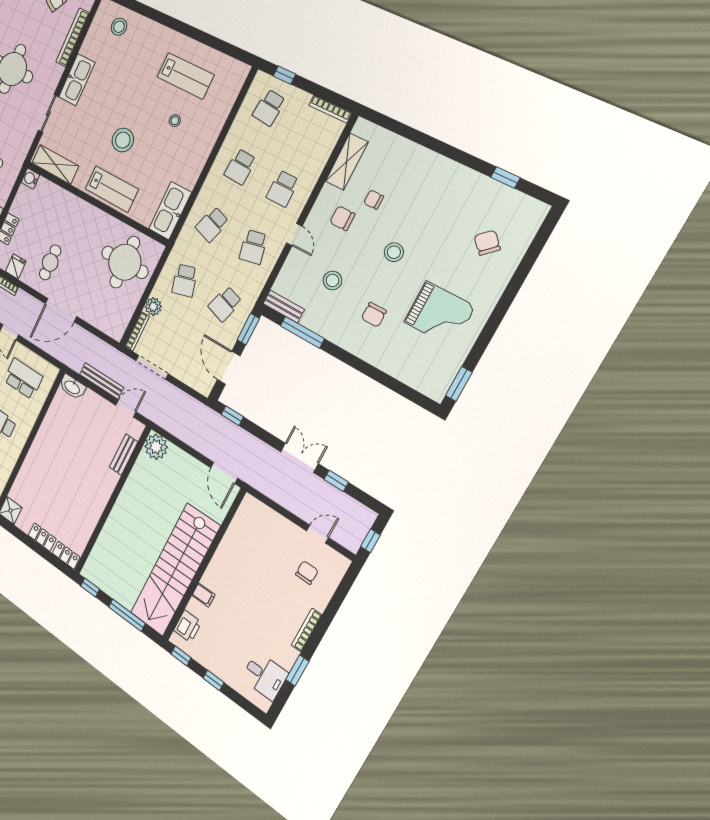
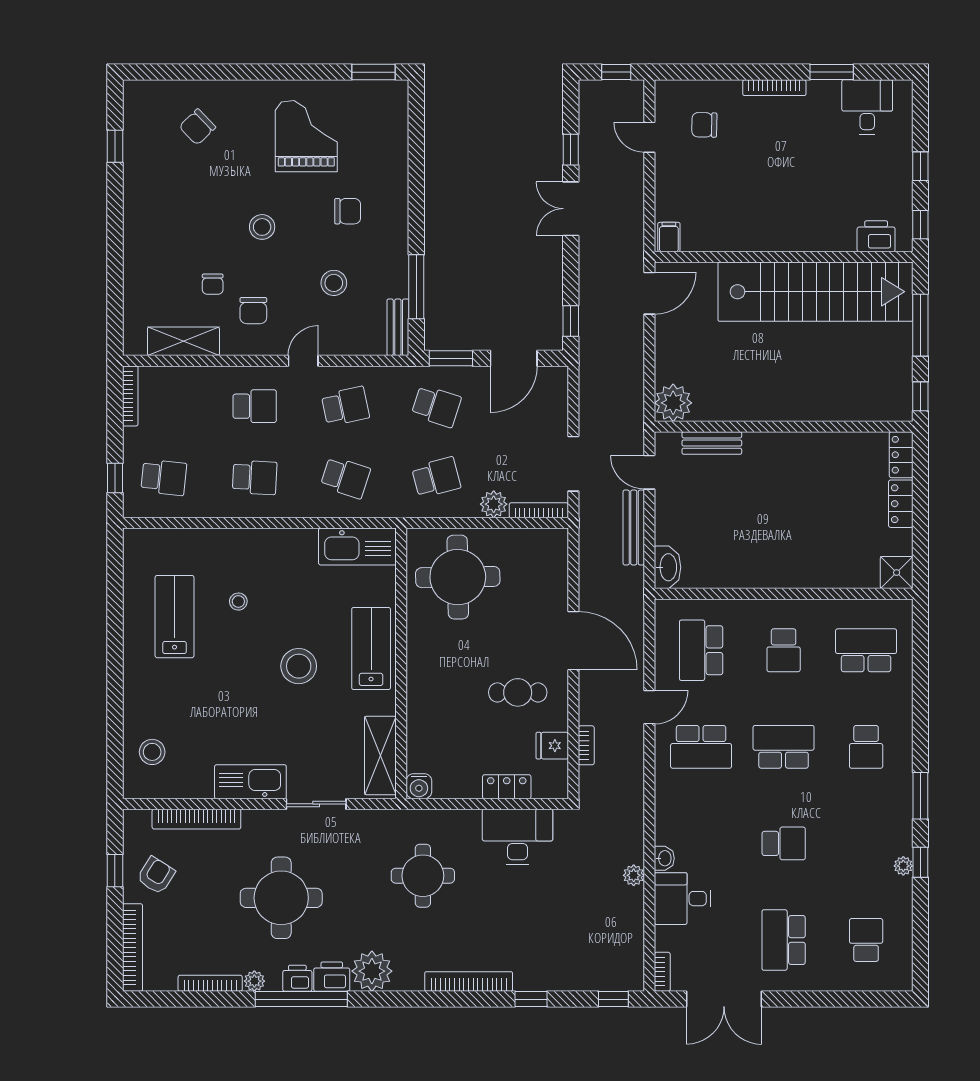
filing cabinet: (204, 595) -> (669, 237), moved

